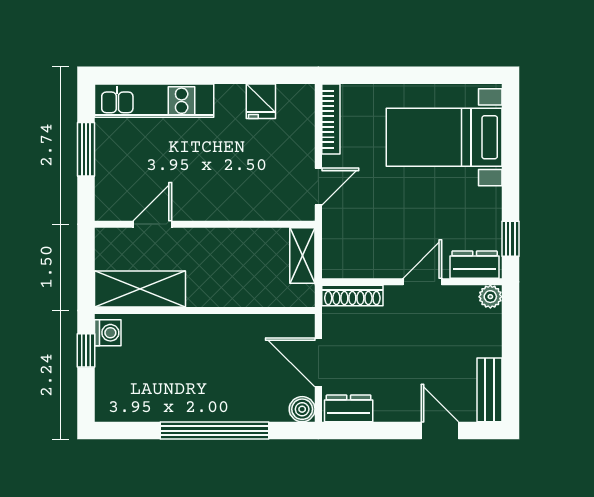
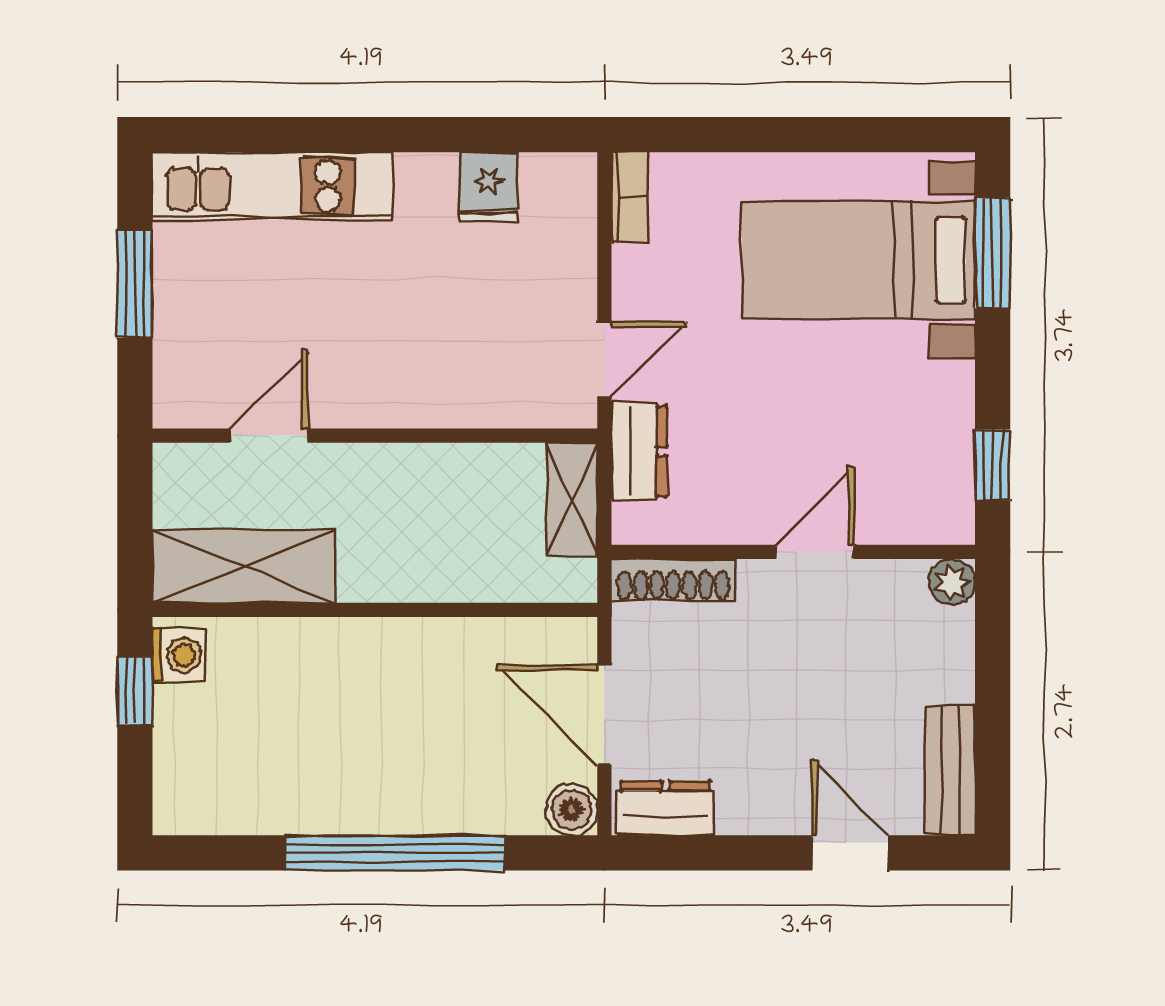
bookcase: (331, 119) -> (630, 197), width x0.64
window: (510, 134) -> (993, 253), added
dresser: (475, 265) -> (639, 451), moved, turned 90

